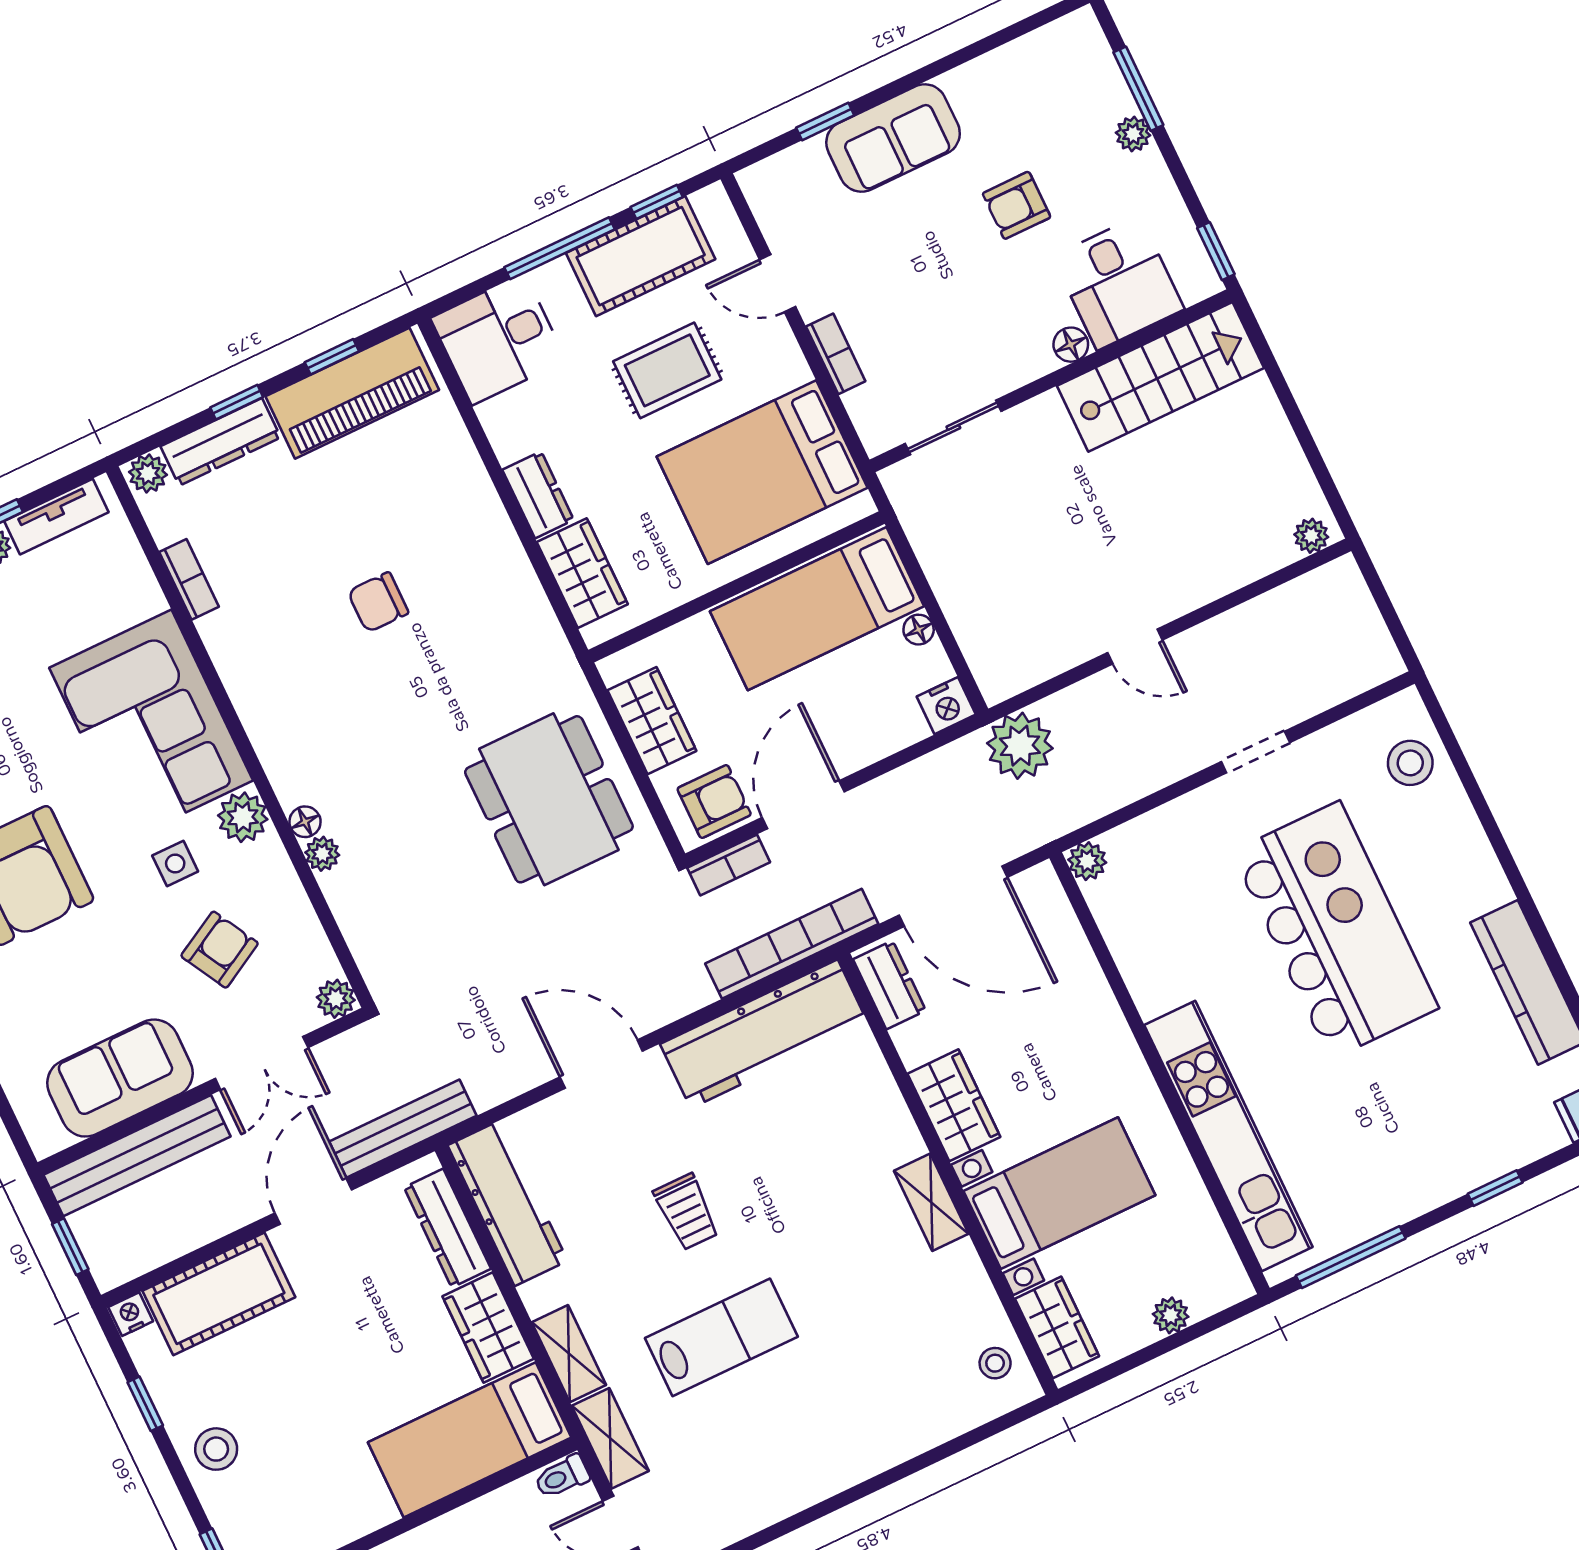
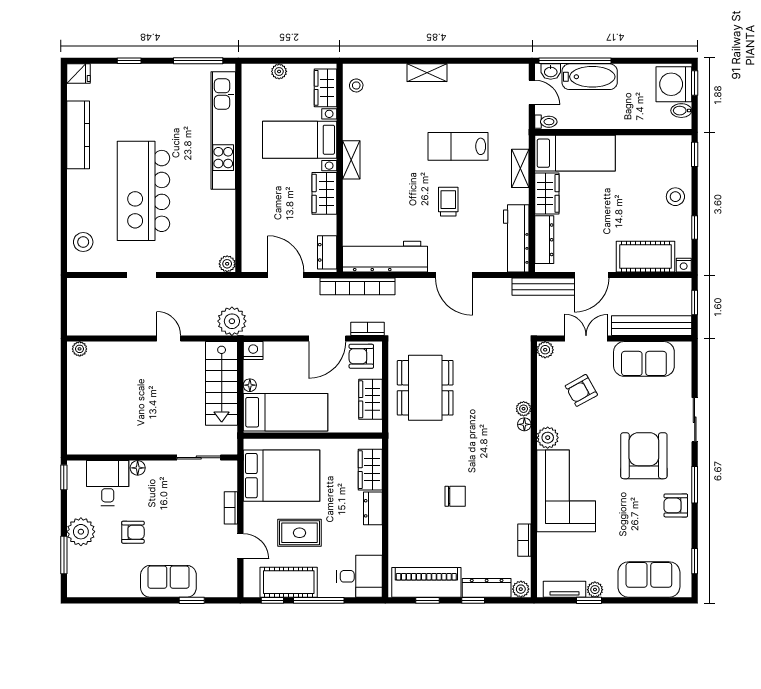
plant: (1133, 134) -> (81, 532), width x1.88, depth x1.88
stairs: (1160, 377) -> (222, 383), moved, turned -90
side table: (175, 864) -> (583, 432), removed
door: (953, 896) -> (286, 275), width x0.73
shelving: (610, 1438) -> (427, 73), moved, turned 90

